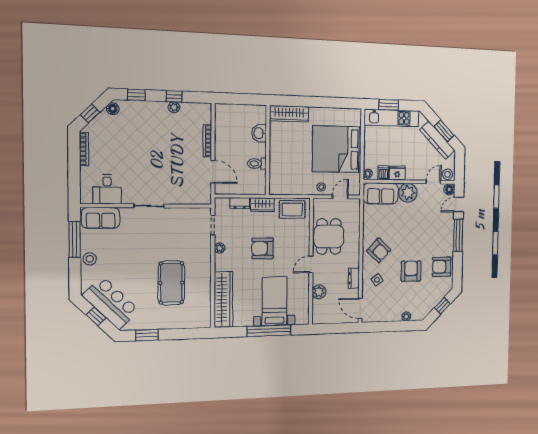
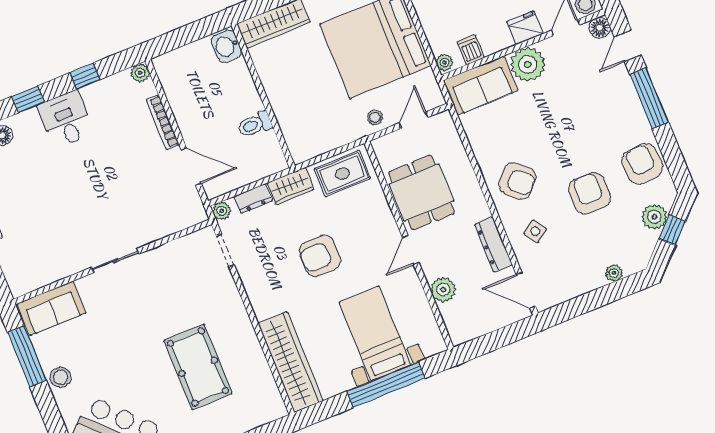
plant: (174, 107) -> (140, 73), moved
washbasin: (259, 133) -> (227, 46), moved
fridge: (397, 173) -> (525, 28), moved
desk: (107, 189) -> (66, 119), moved, turned 180
plant: (220, 248) -> (222, 211), moved
armchair: (442, 267) -> (642, 164), turned 86
dresser: (354, 278) -> (493, 244), width x1.44
plant: (437, 296) -> (654, 217), added

